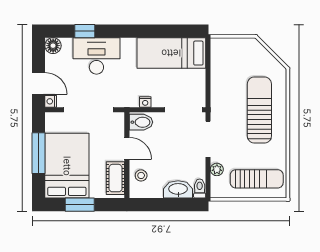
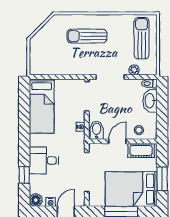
desk: (96, 56) -> (44, 161), width x0.73
nightstand: (51, 101) -> (51, 202), moved
sun lounger: (259, 110) -> (87, 36), width x0.73, depth x0.75

